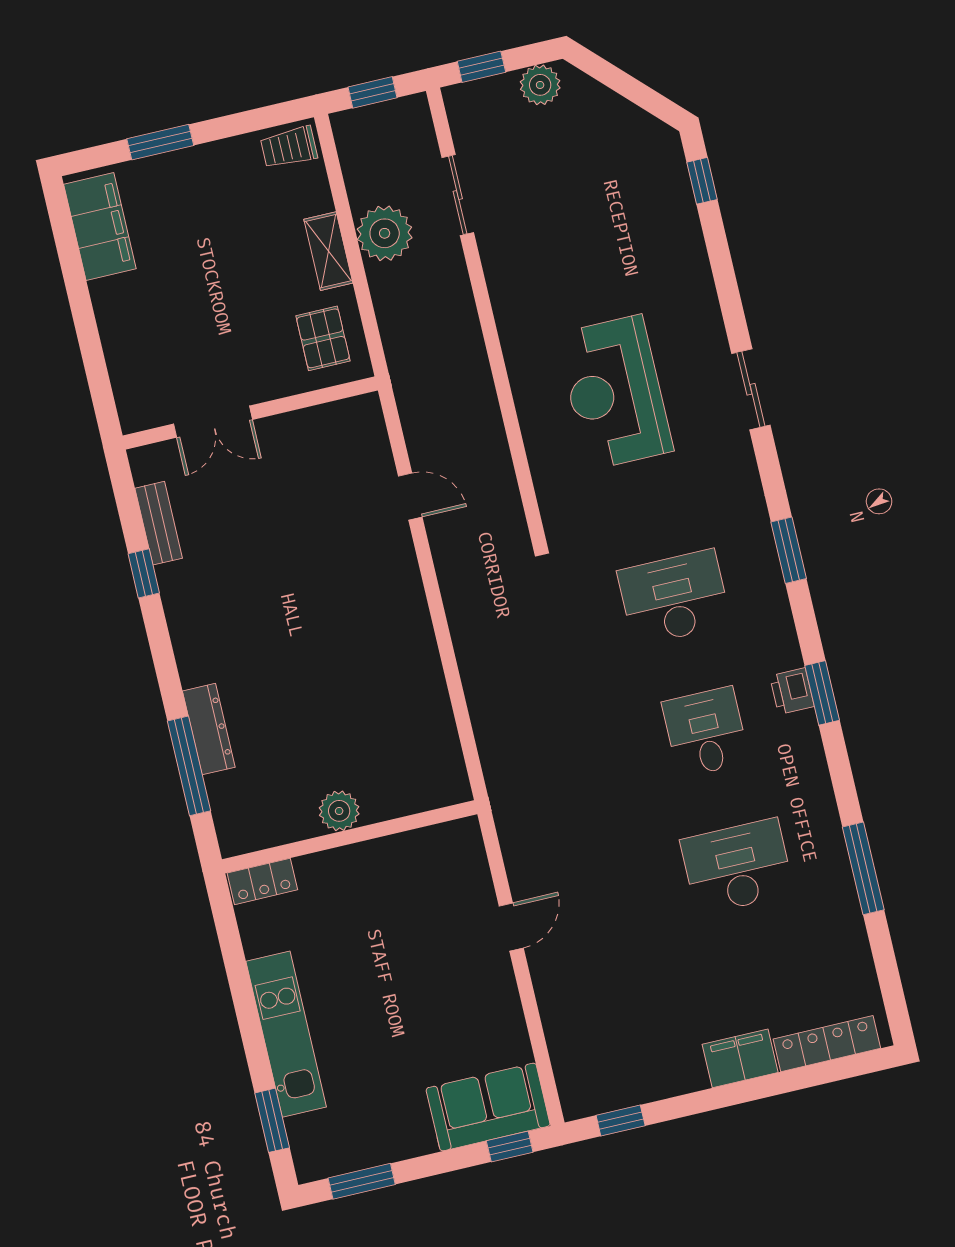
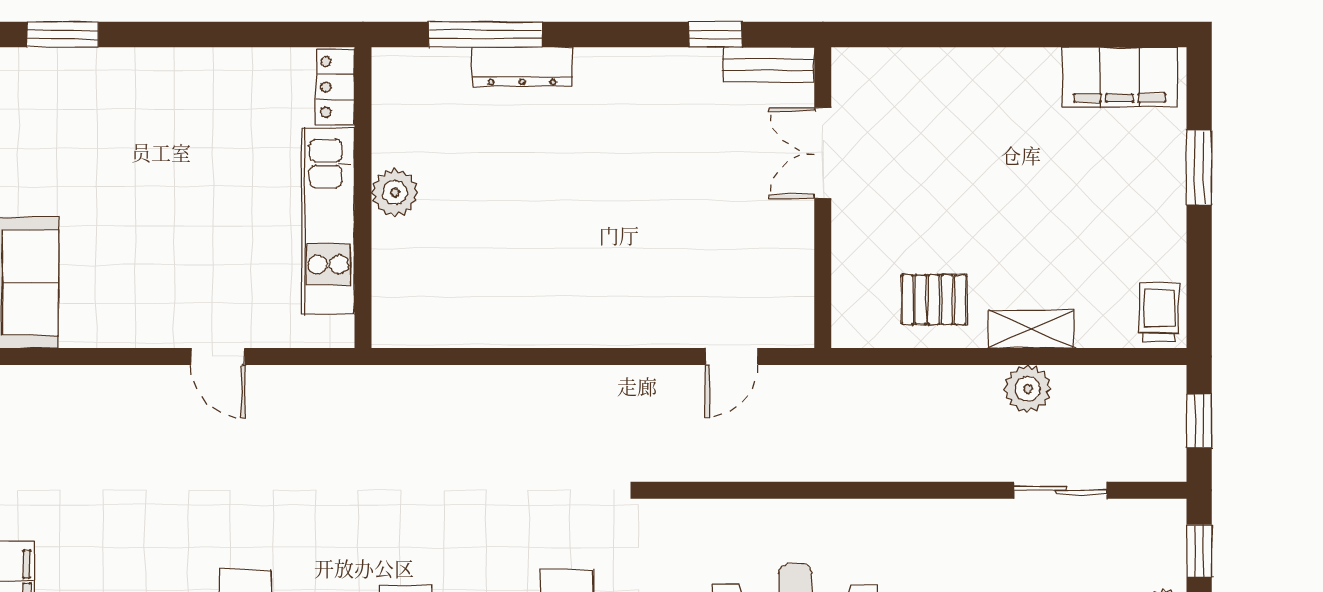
plant: (385, 233) -> (1028, 389), width x0.73, depth x0.73
wall: (250, 413) -> (823, 198), moved
double door: (213, 422) -> (823, 153), moved
kitchen unit: (286, 1034) -> (328, 221), moved, turned 90

